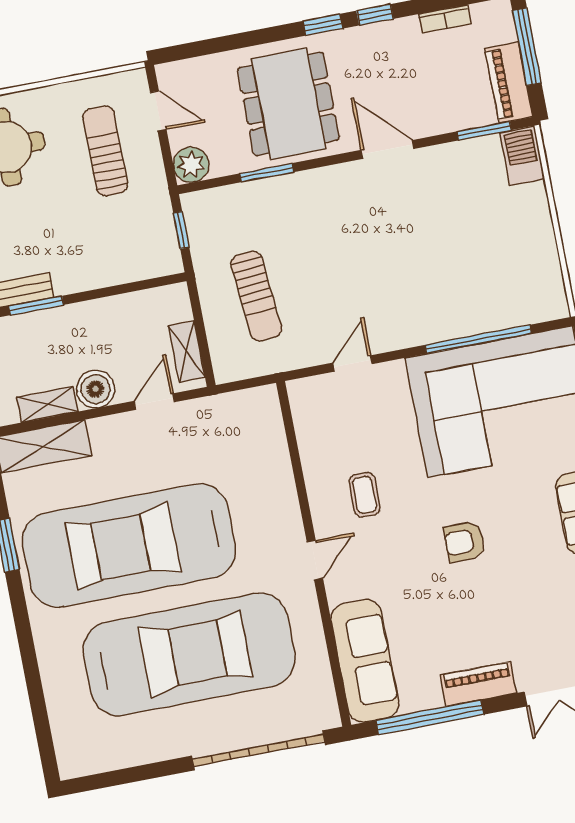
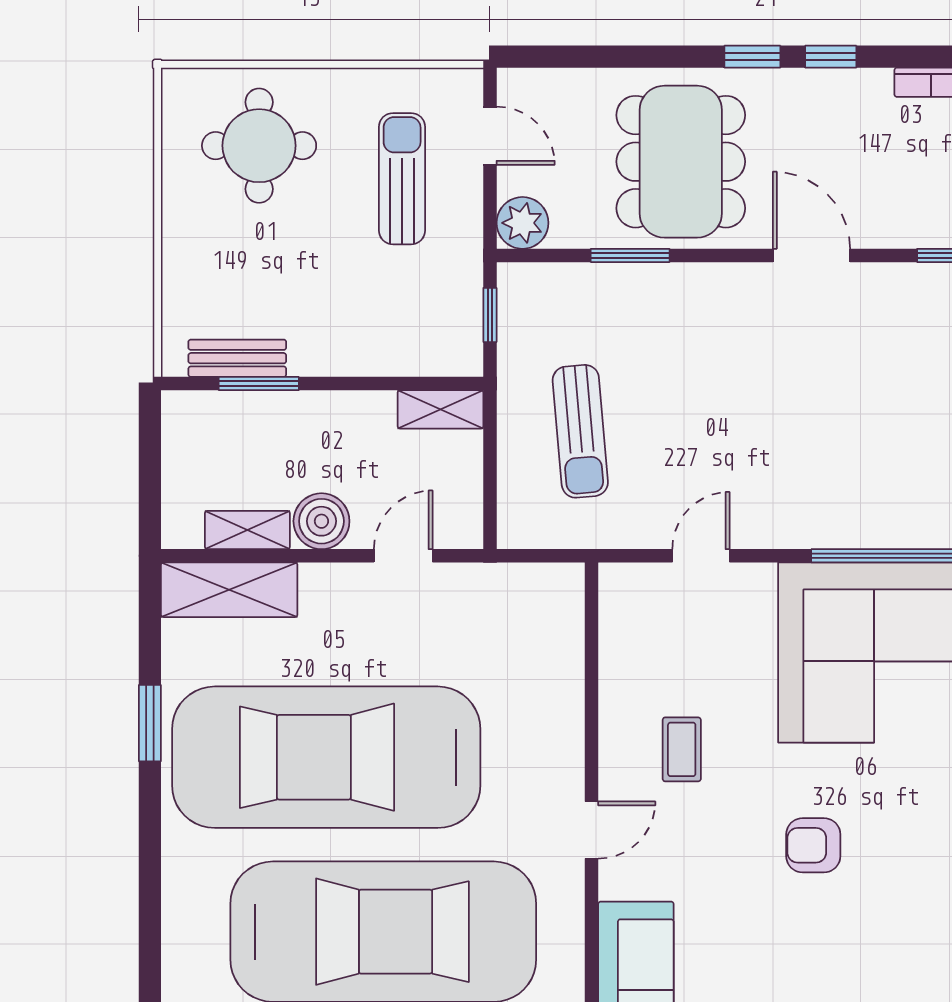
shelving: (187, 352) -> (441, 409), moved, turned 90

